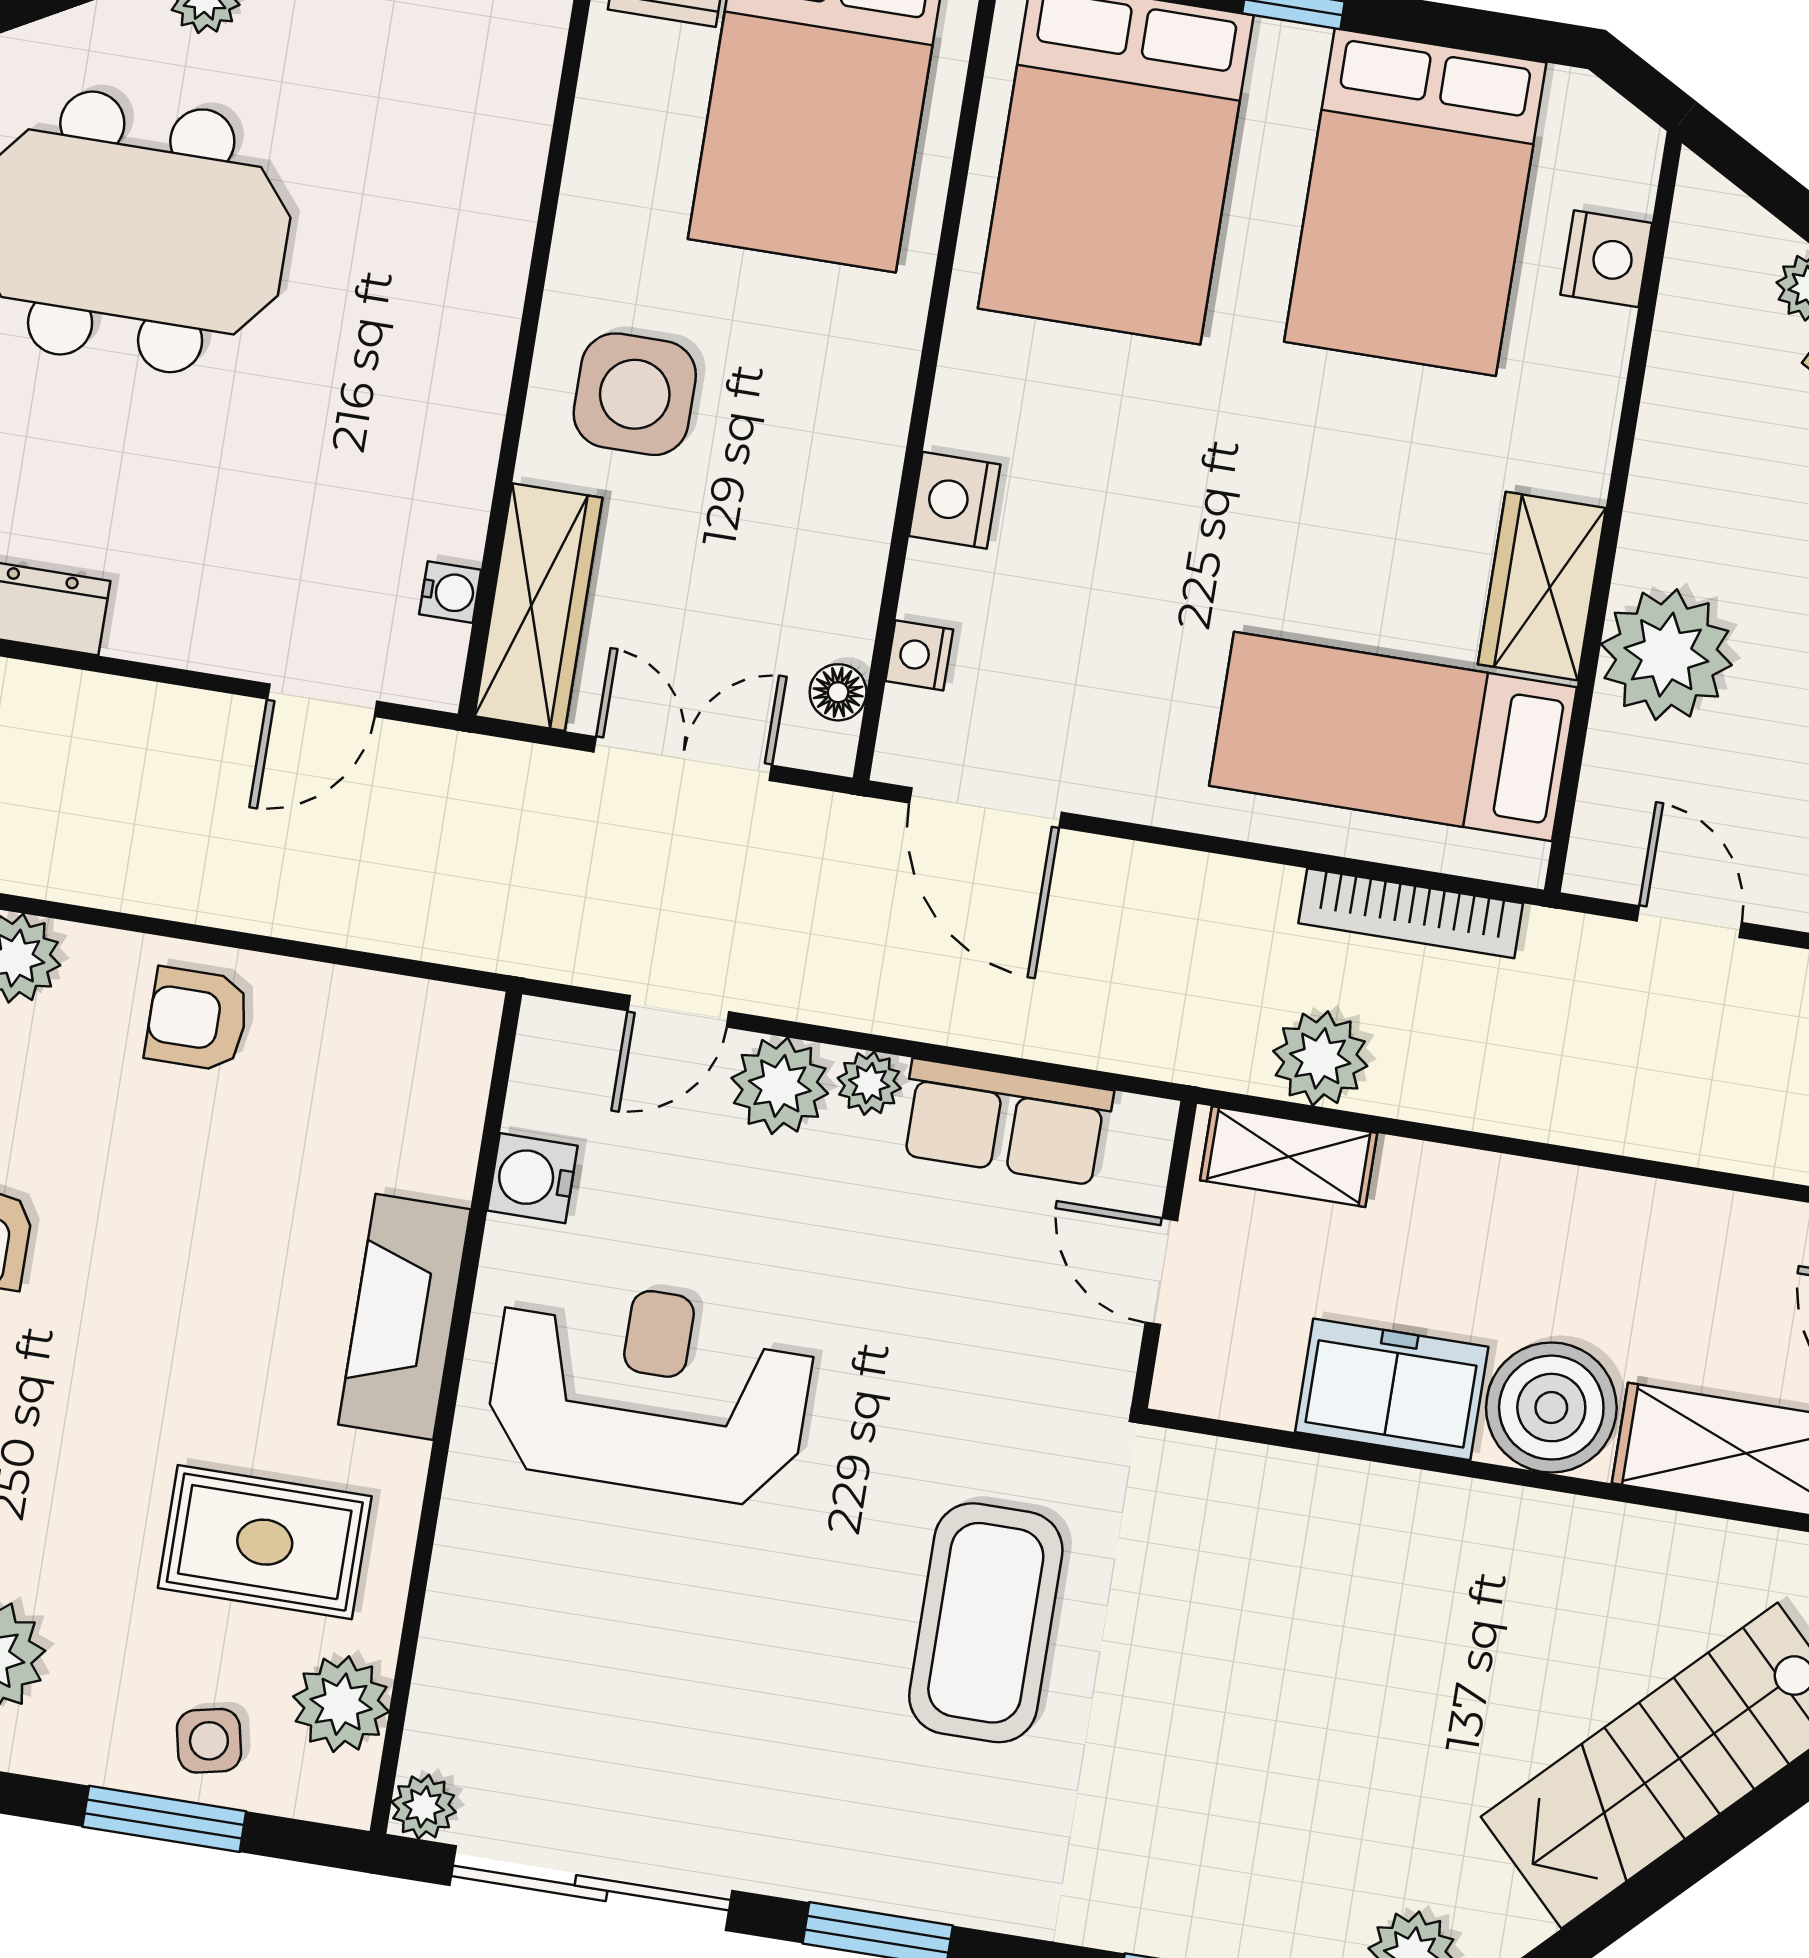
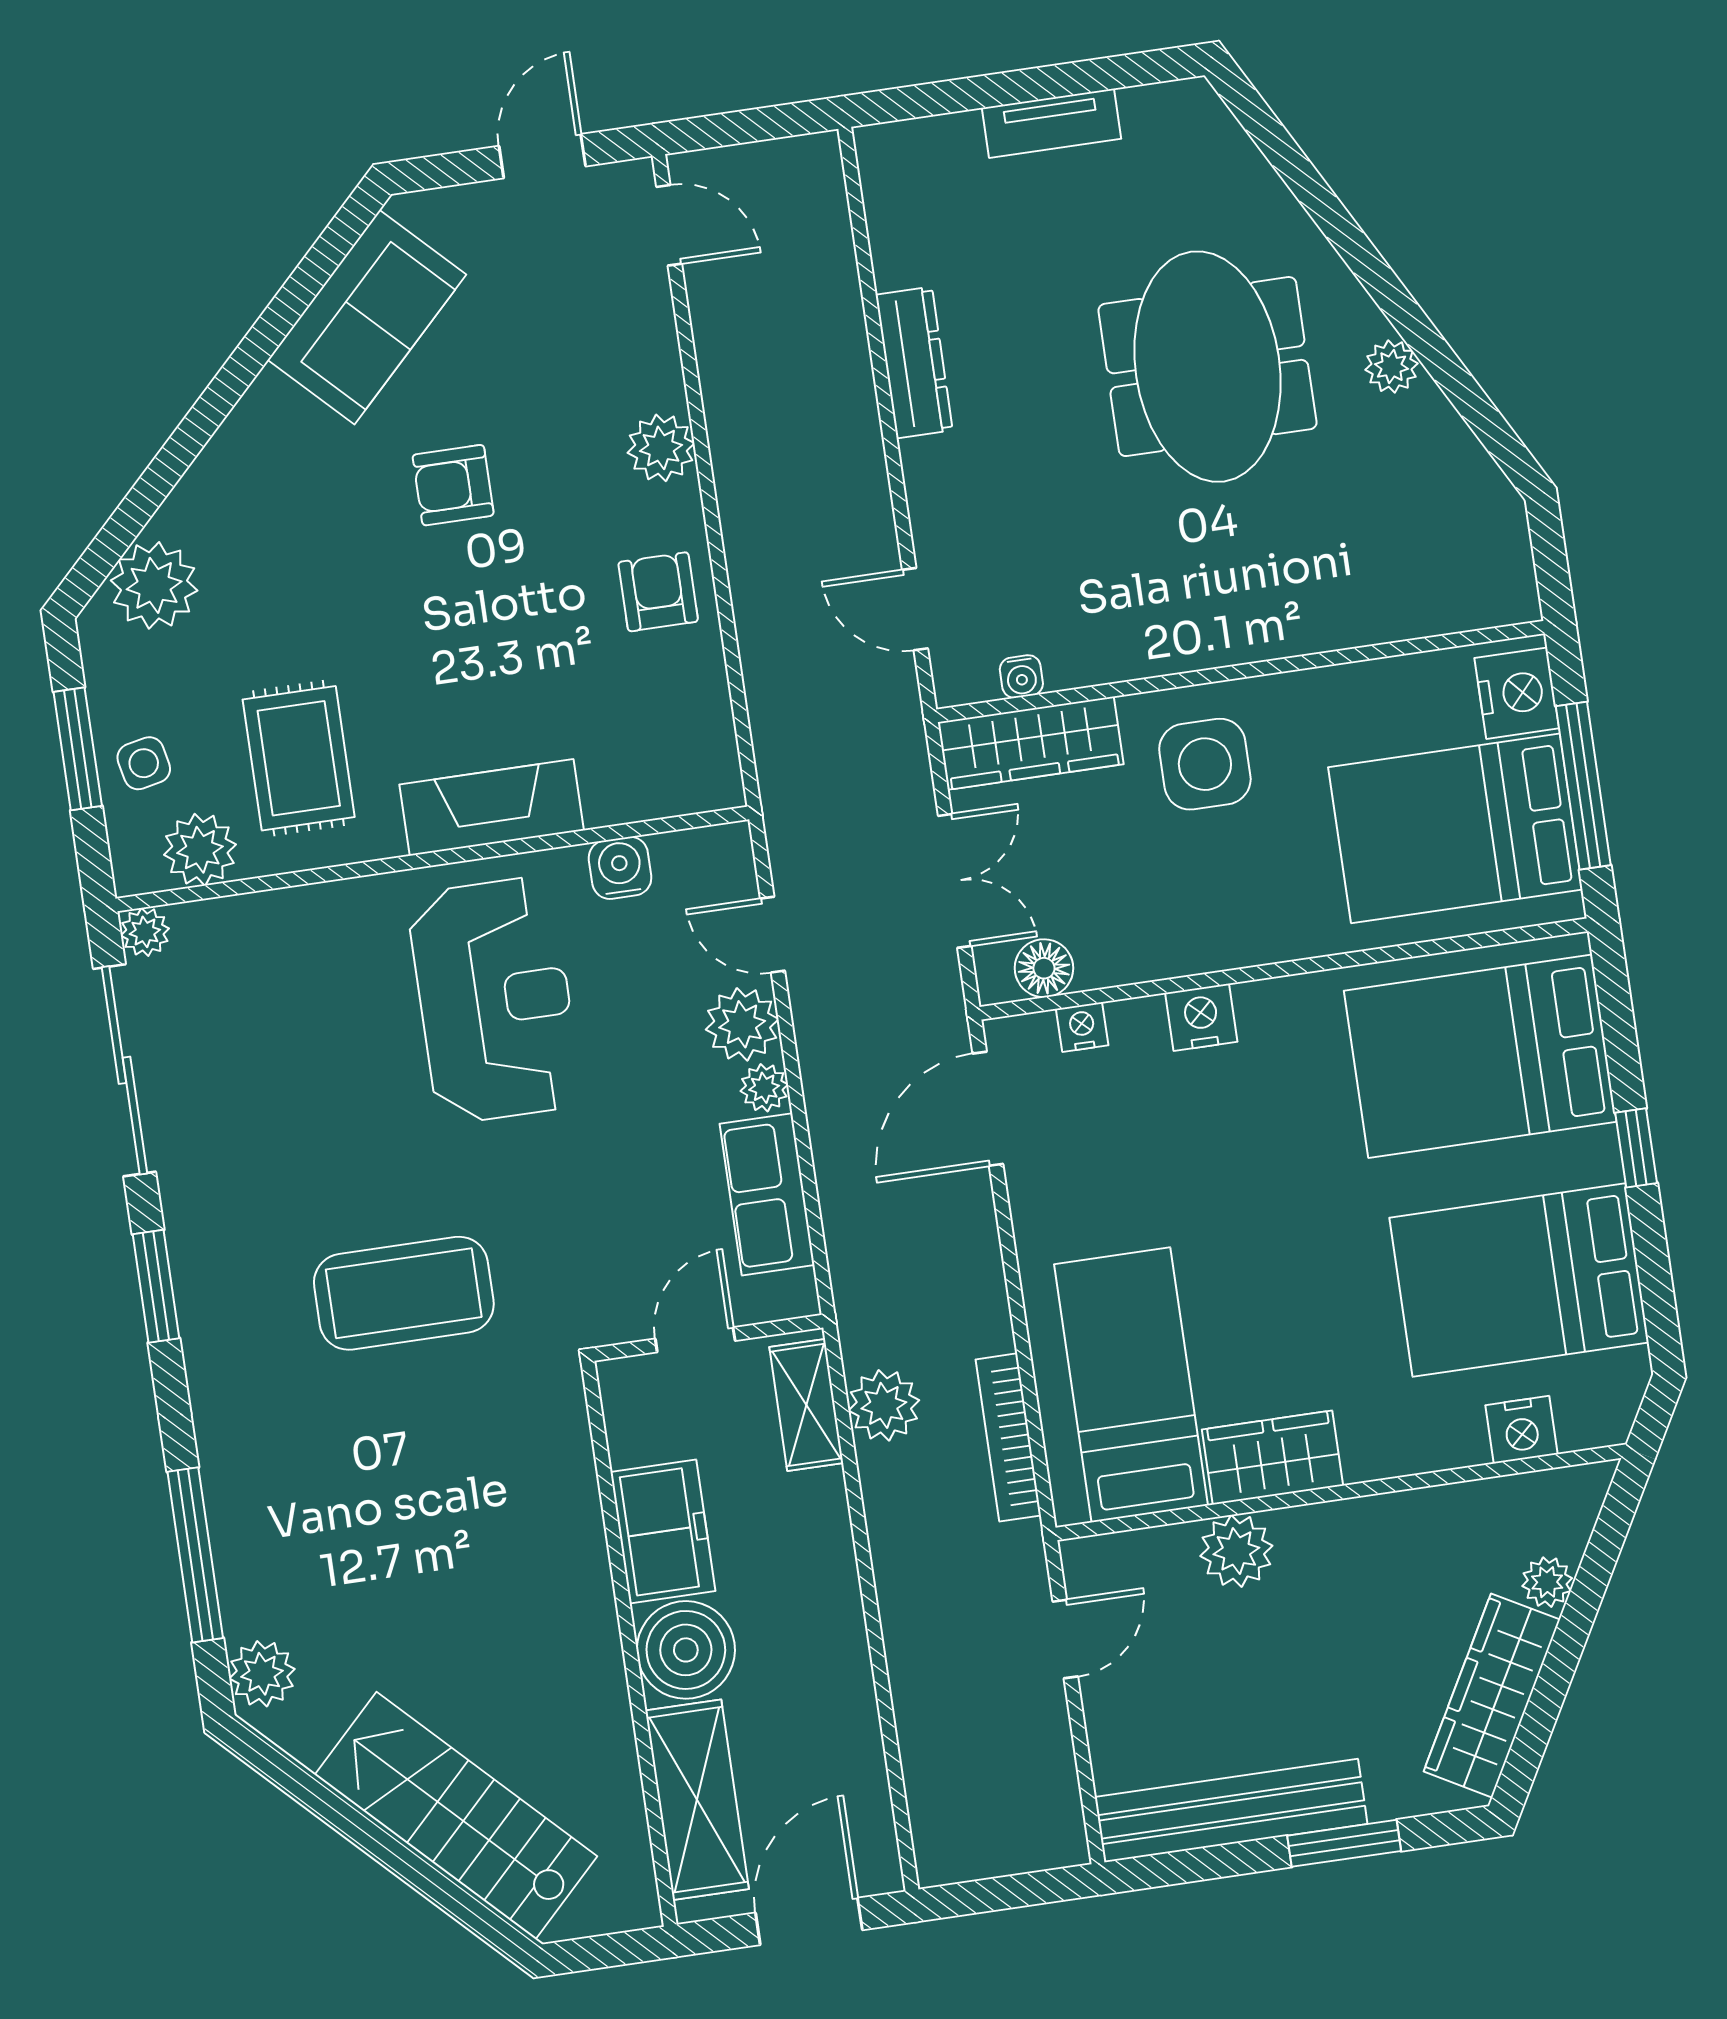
plant: (1666, 655) -> (1236, 1551), width x0.73, depth x0.73
floor lamp: (838, 692) -> (1044, 968), width x1.37, depth x1.37

